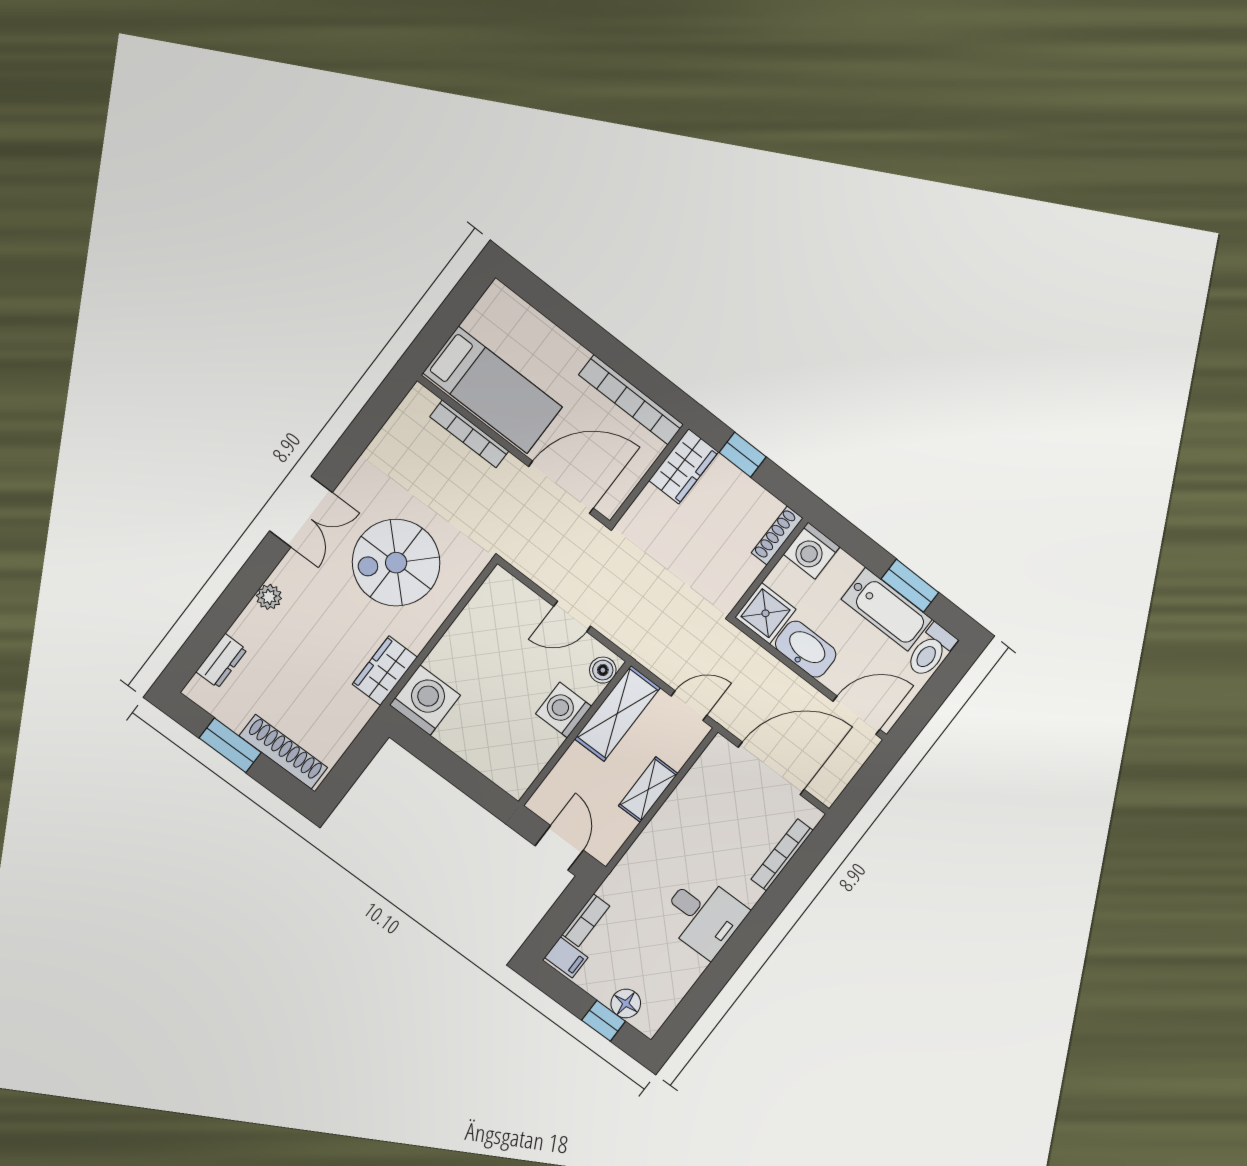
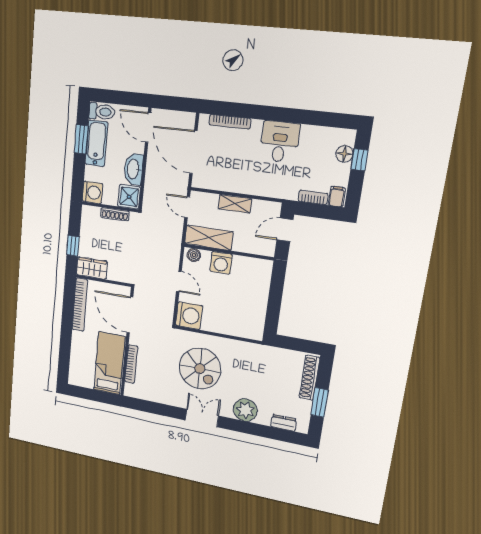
shoe rack: (777, 536) -> (115, 214), moved
plant: (269, 597) -> (245, 410), width x1.87, depth x1.87
wardrobe: (385, 671) -> (248, 351), removed
washing machine: (425, 700) -> (189, 316), moved, turned 180

